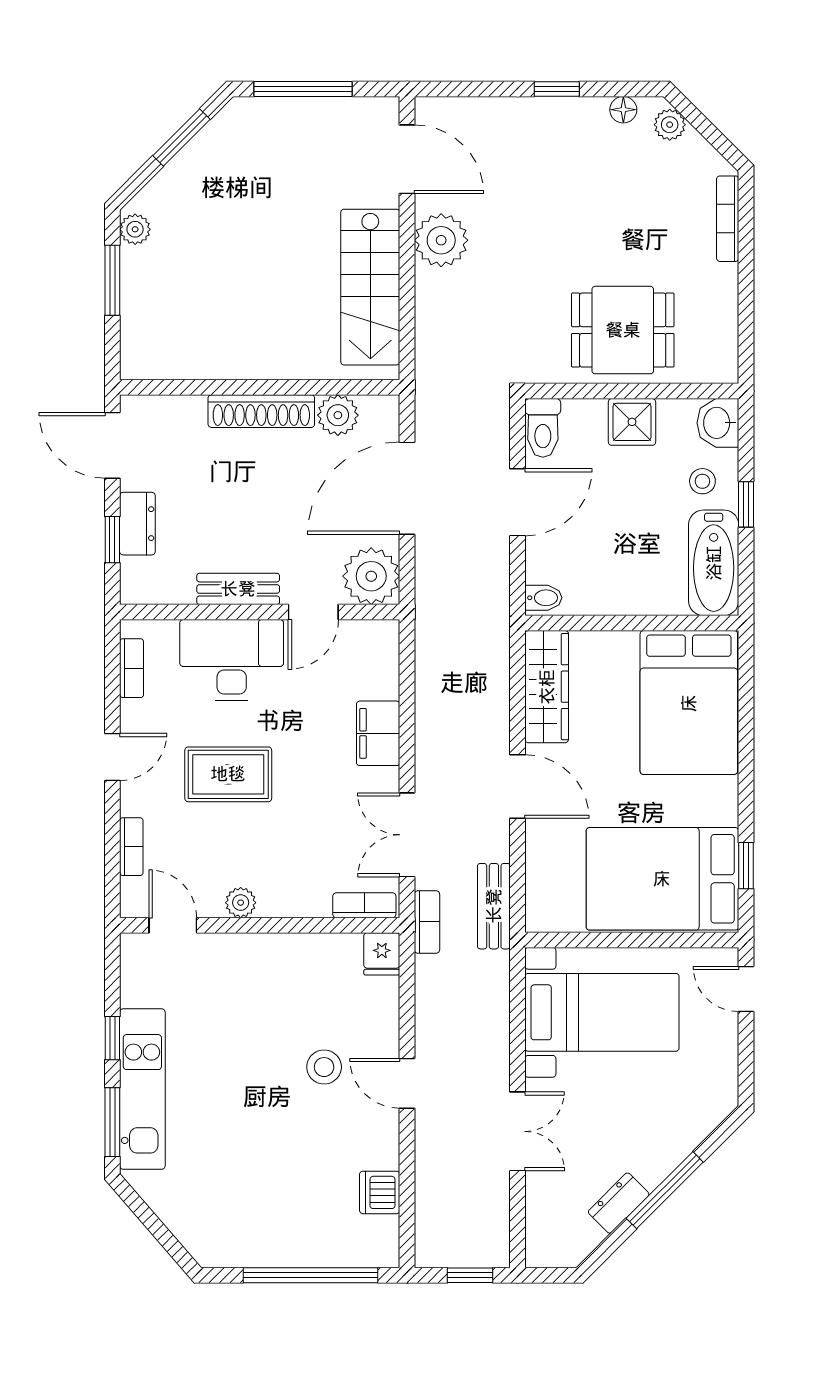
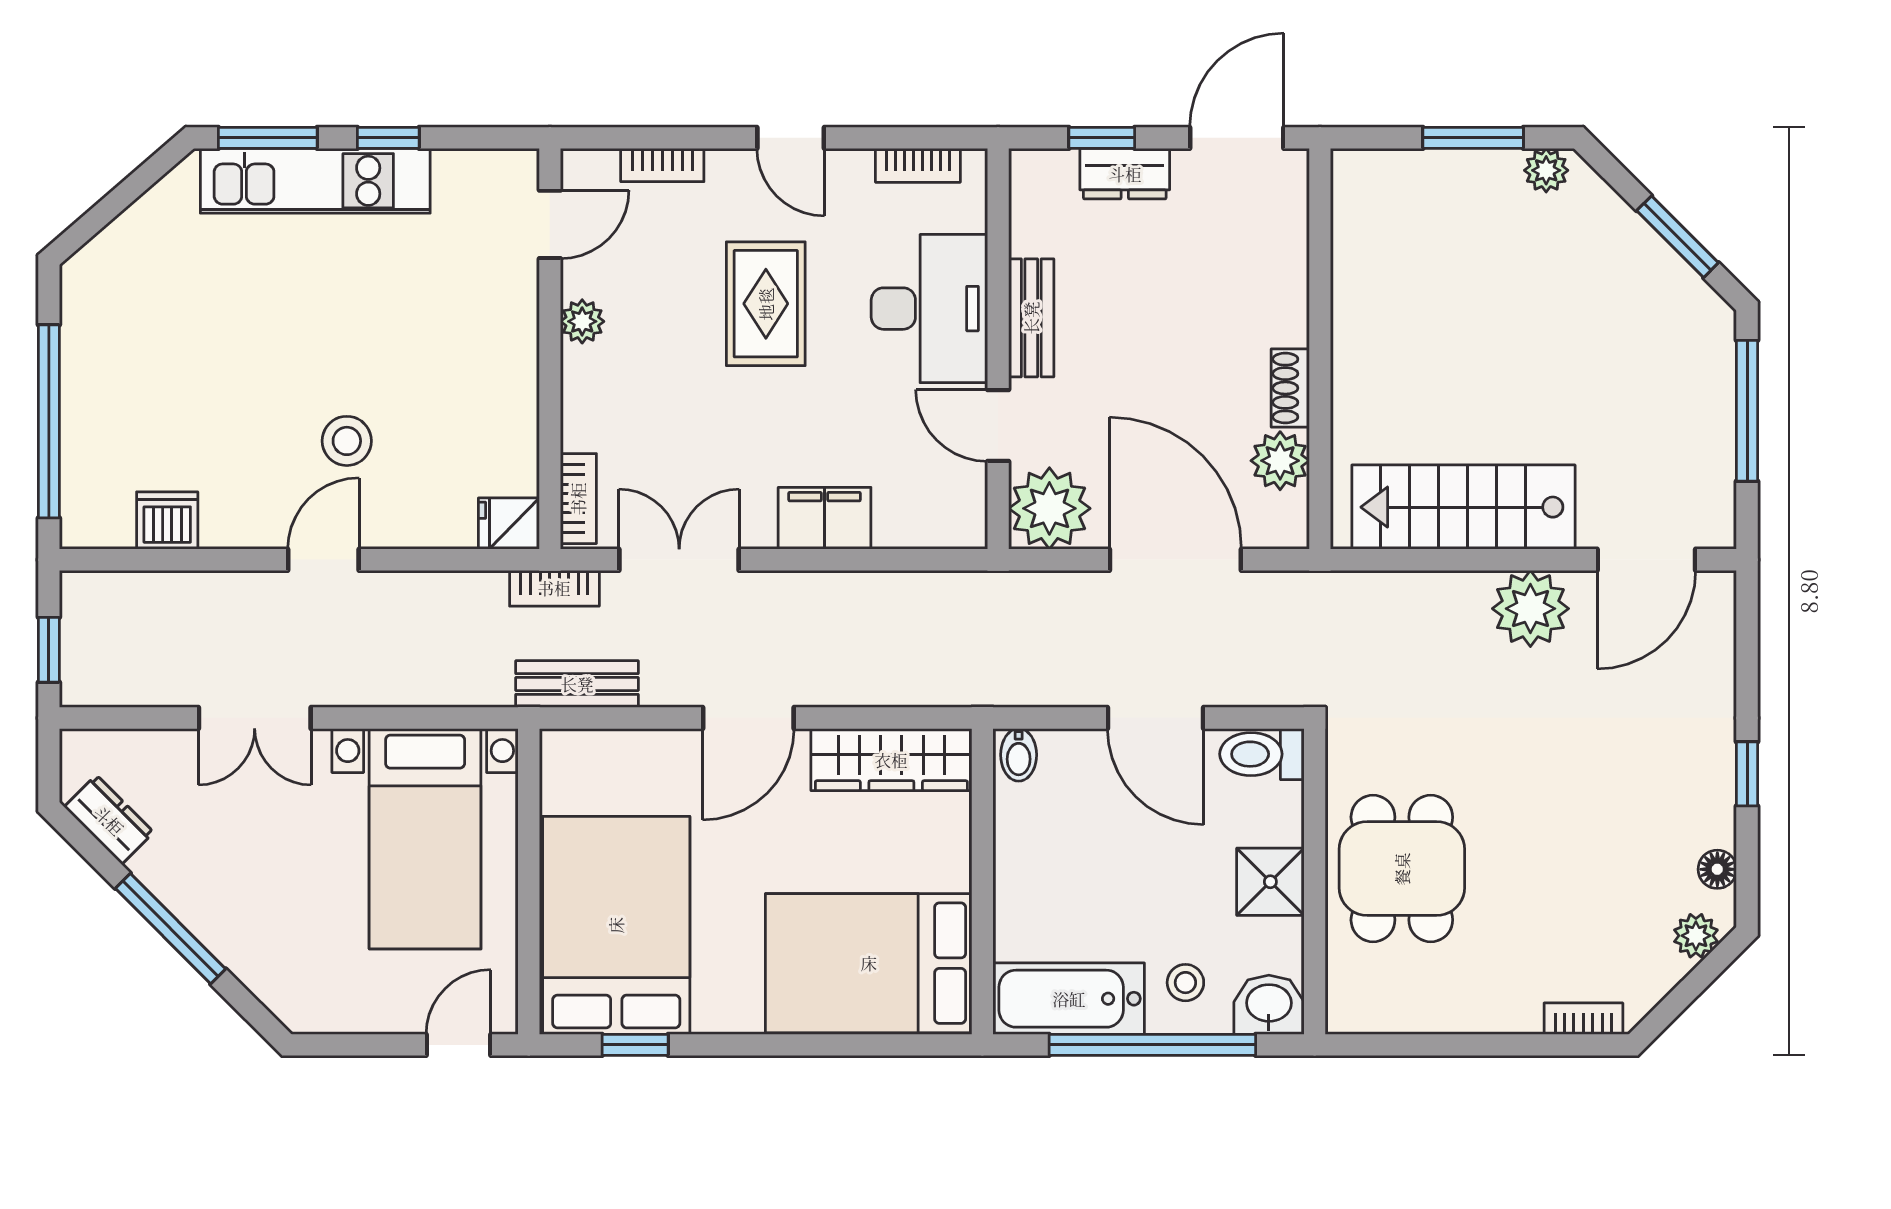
bookcase: (728, 219) -> (1583, 1019), width x0.64
shoe rack: (261, 411) -> (1290, 388), width x0.51, depth x0.81
window: (746, 504) -> (1152, 1045), width x3.17
dresser: (619, 1203) -> (109, 820), moved

